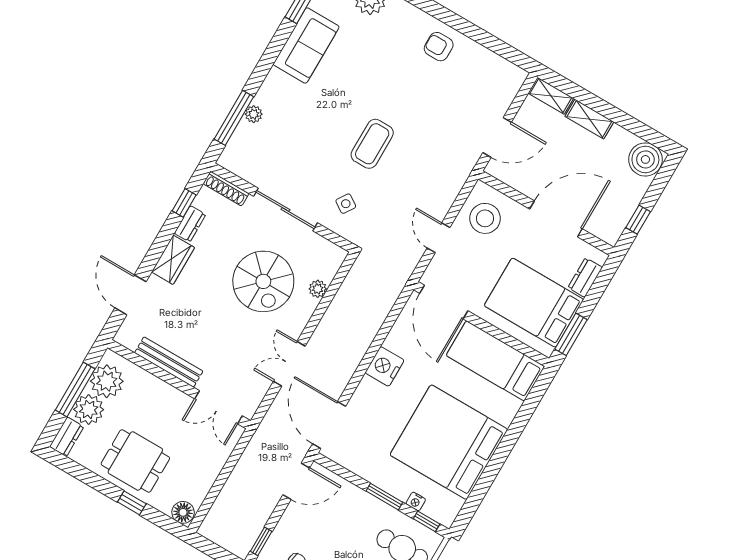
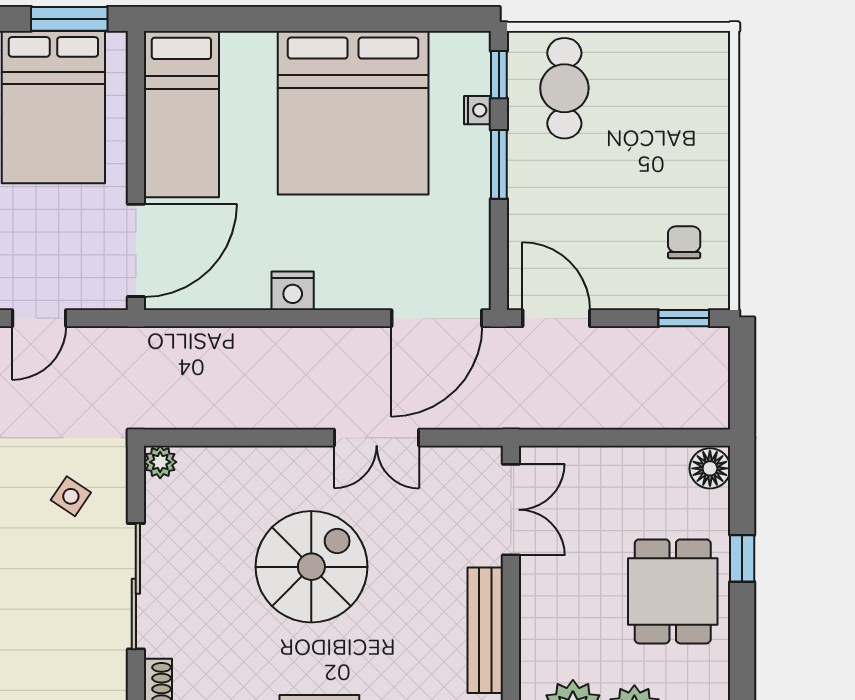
spiral stairs: (263, 281) -> (311, 567), moved
plant: (318, 289) -> (160, 462), moved
nightstand: (385, 366) -> (293, 291), width x0.74, depth x0.75

